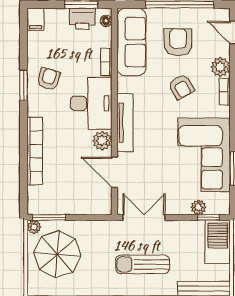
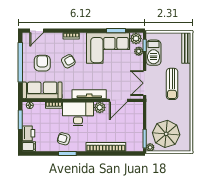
printer: (82, 19) -> (29, 133), moved
armchair: (178, 42) -> (42, 63), turned 90
plant: (220, 67) -> (136, 38), moved
barbecue: (218, 242) -> (154, 53), moved, turned -90

